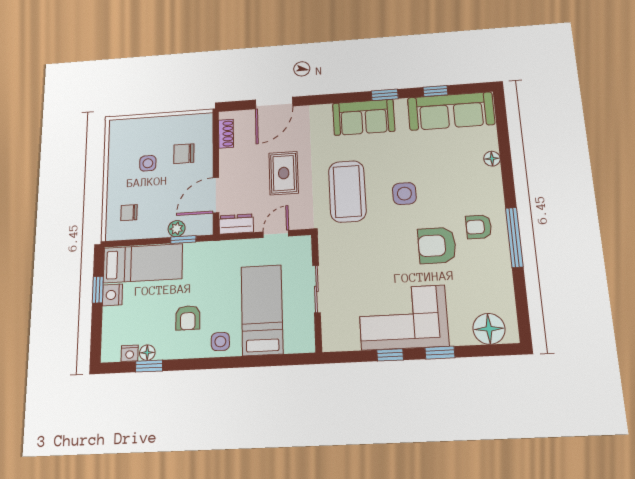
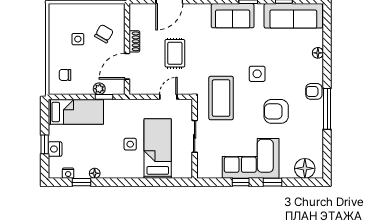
shoe rack: (226, 134) -> (134, 41), moved
chair: (184, 154) -> (104, 34), turned 120
coffee table: (347, 191) -> (221, 98), moved
dresser: (236, 224) -> (141, 88), removed
armchair: (479, 227) -> (314, 91), moved
window: (98, 290) -> (45, 144), moved
nightstand: (112, 295) -> (55, 149), moved
armchair: (188, 318) -> (107, 151), removed
side table: (220, 342) -> (130, 144), moved
floor lamp: (147, 353) -> (95, 173), moved

